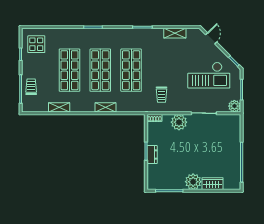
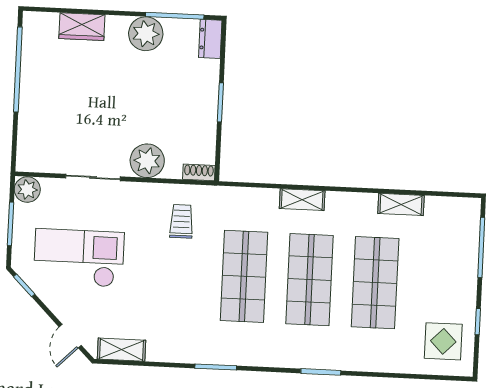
shelving: (175, 33) -> (121, 350), moved
trolley: (31, 87) -> (458, 251), removed
dresser: (152, 155) -> (210, 39), moved
plant: (193, 182) -> (146, 34), moved

